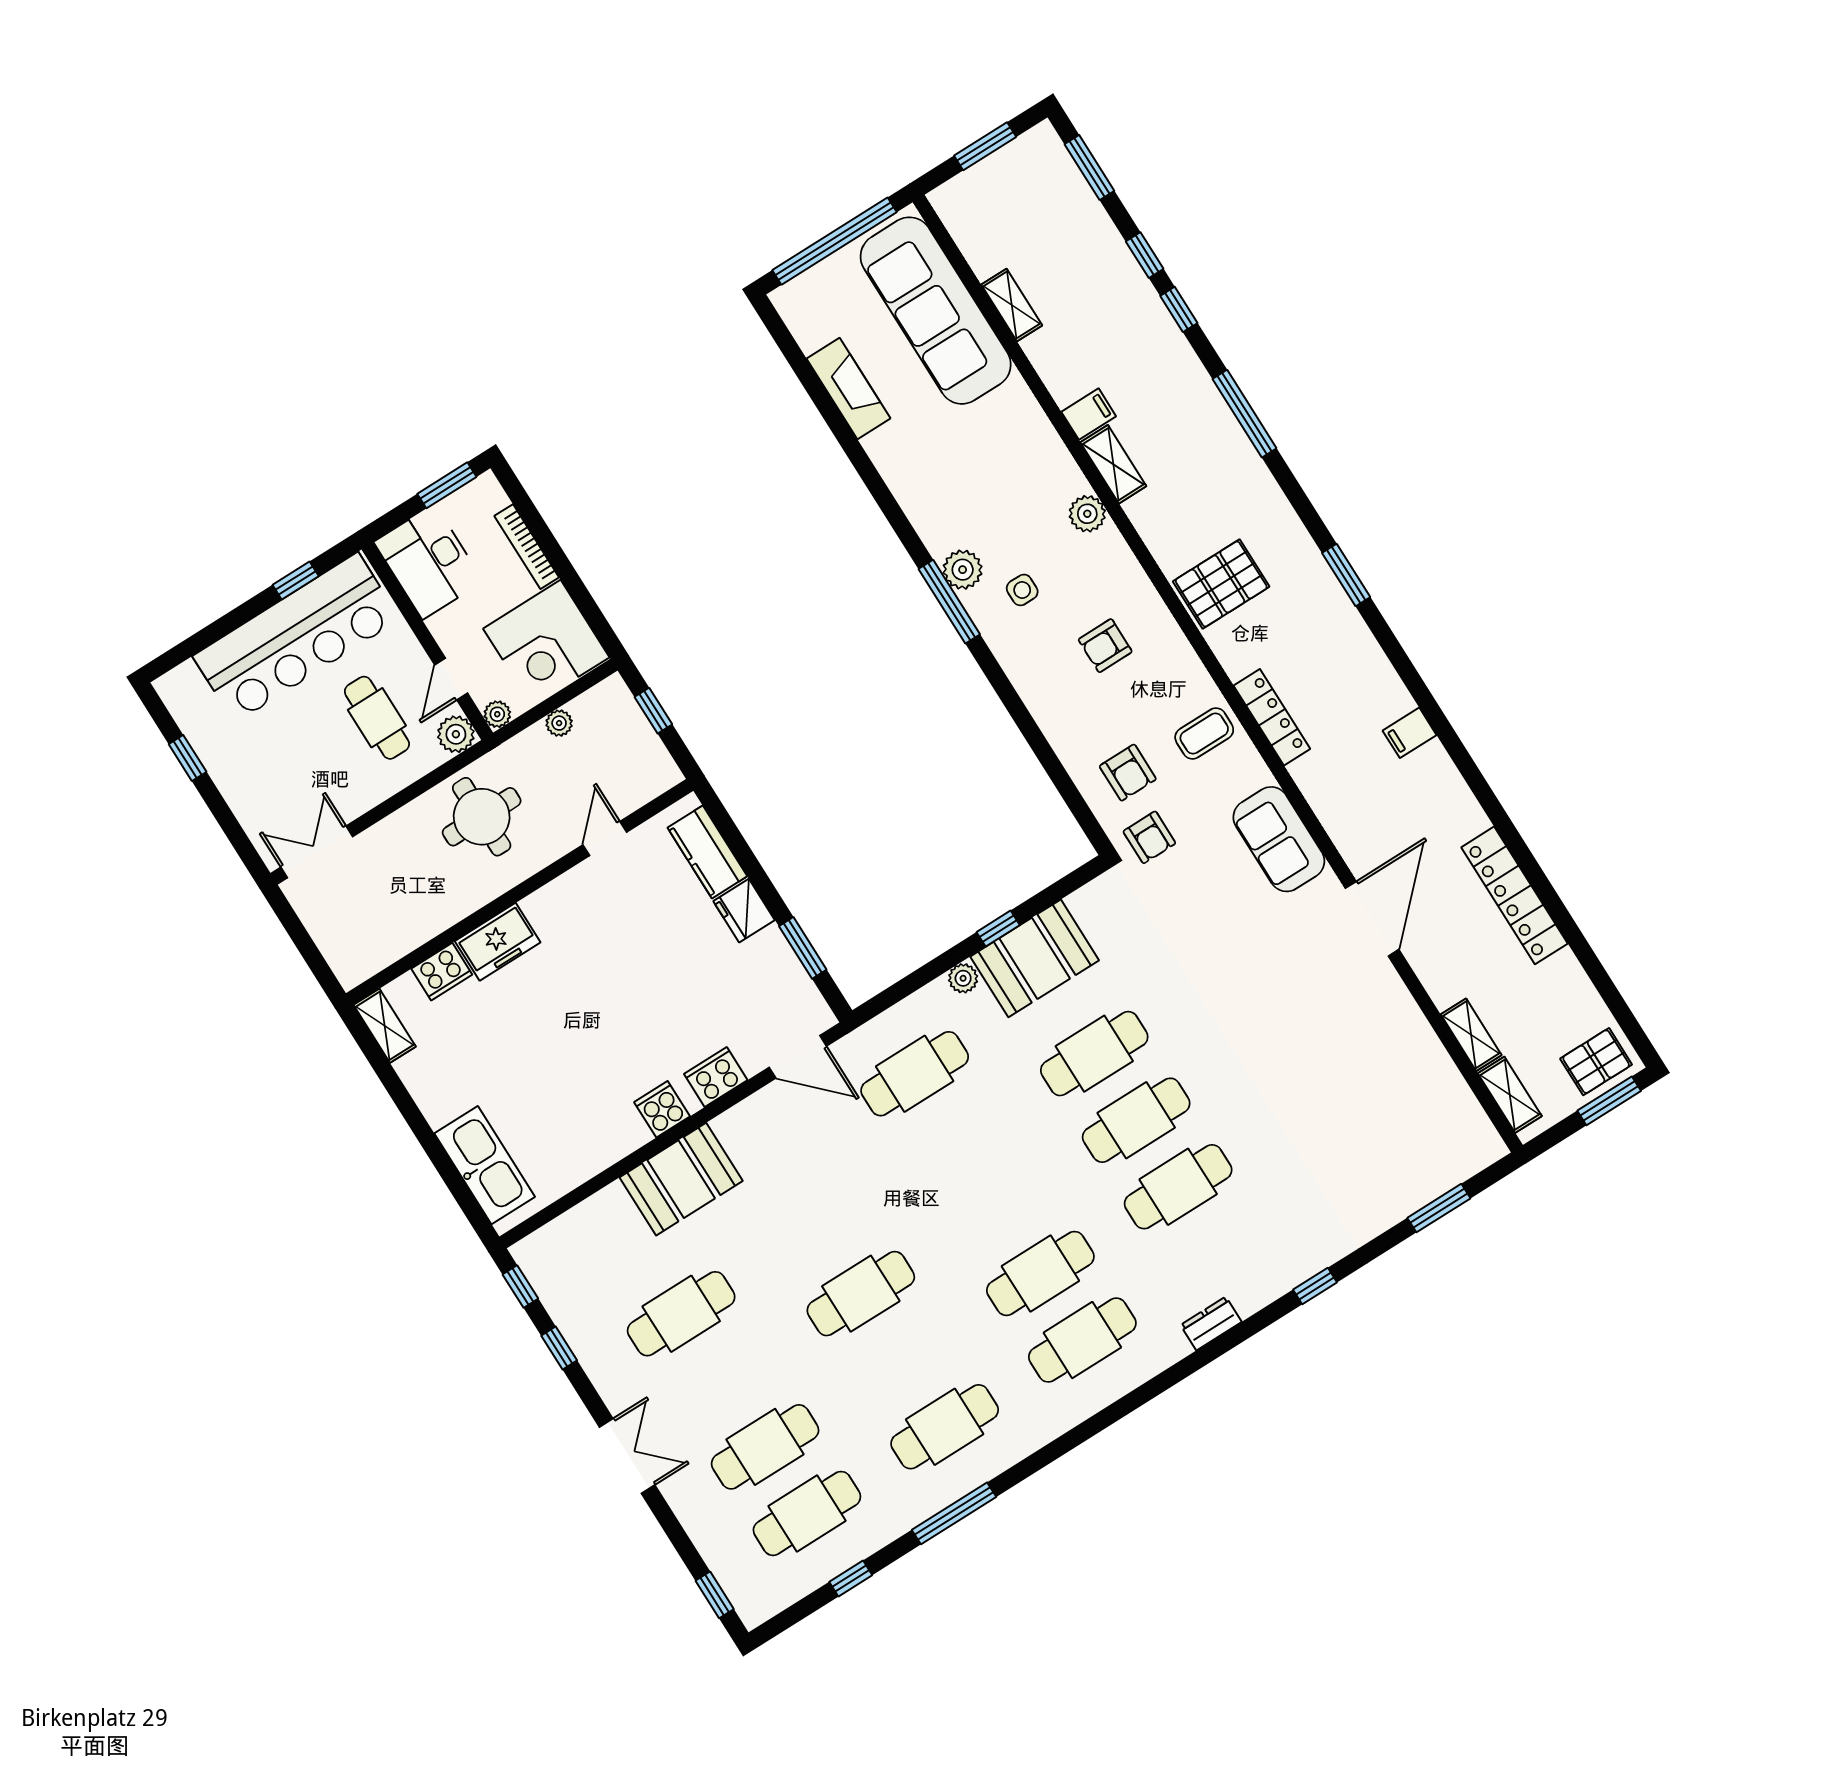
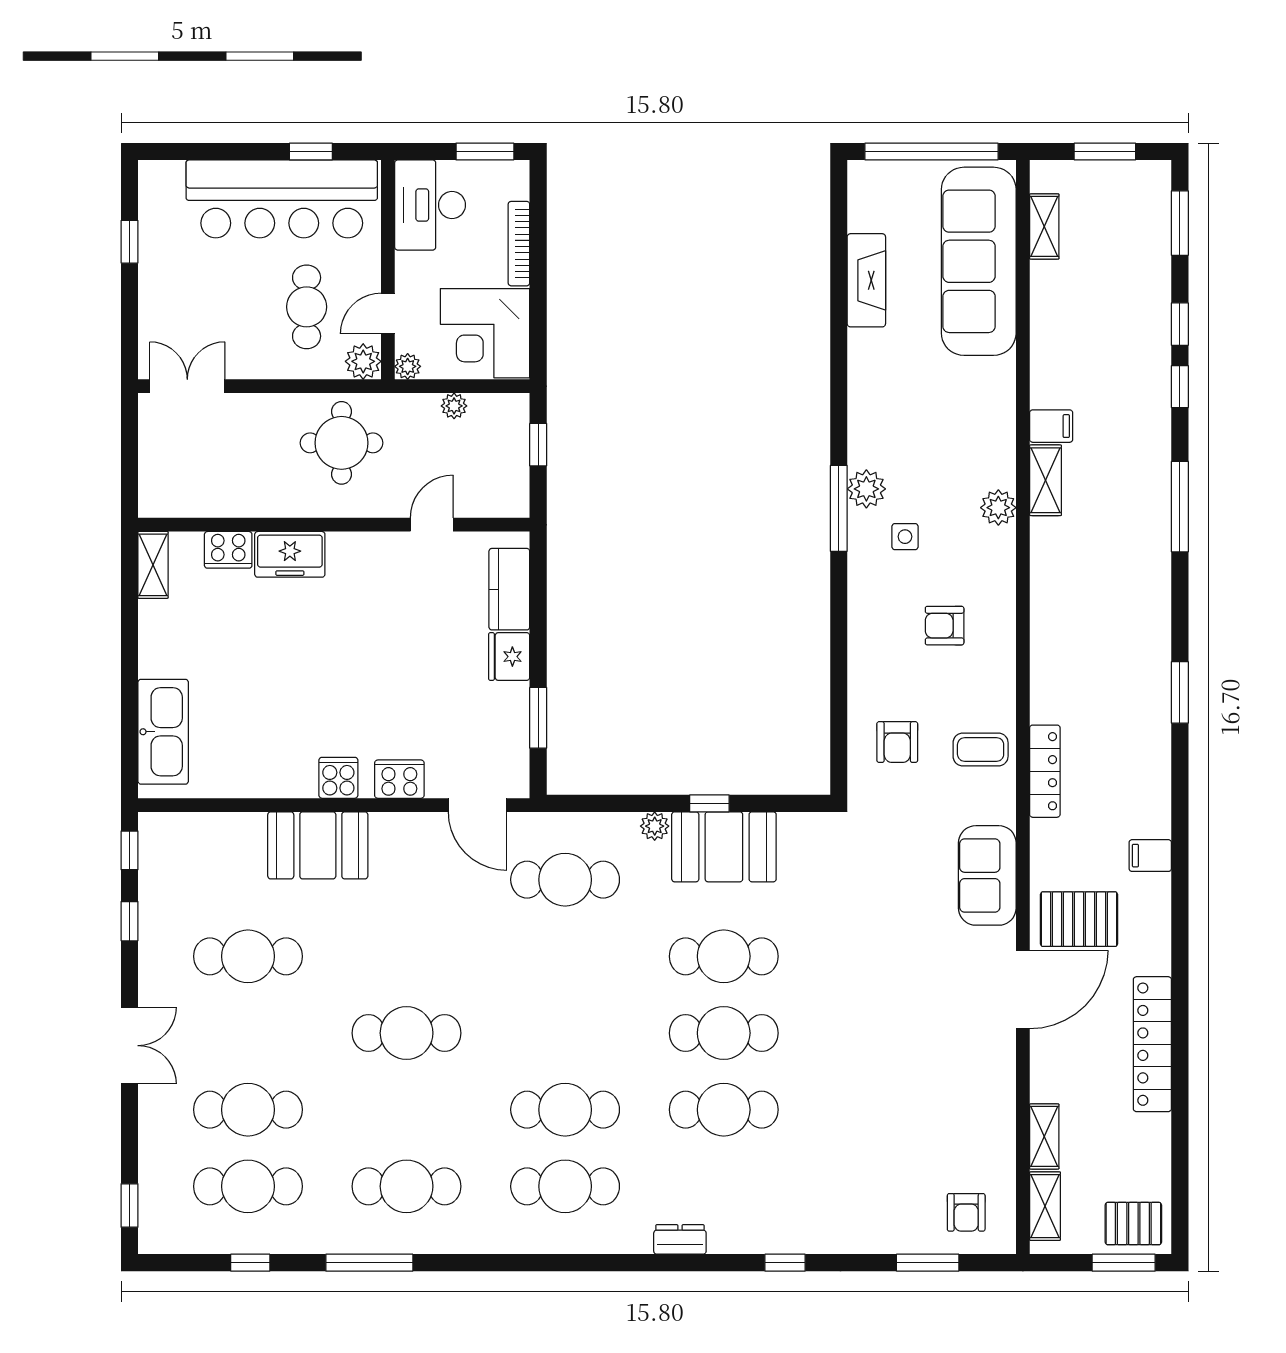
shelving: (1012, 305) -> (1044, 226), moved
pallet: (1221, 584) -> (1079, 919), moved
armchair: (1149, 837) -> (966, 1212), moved

